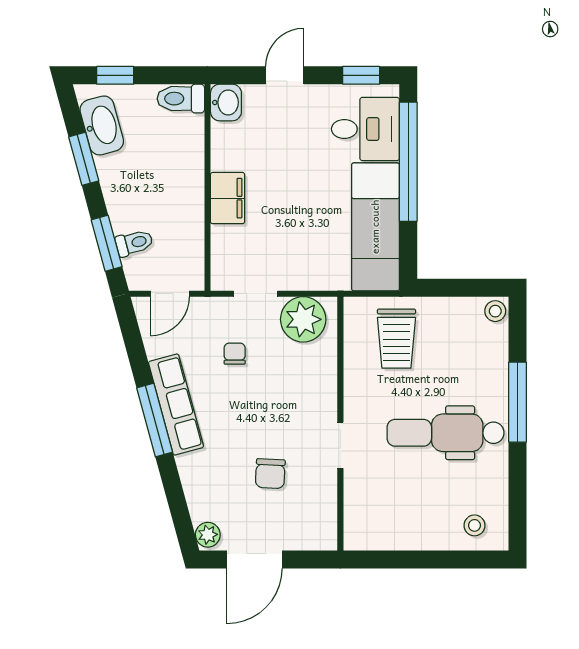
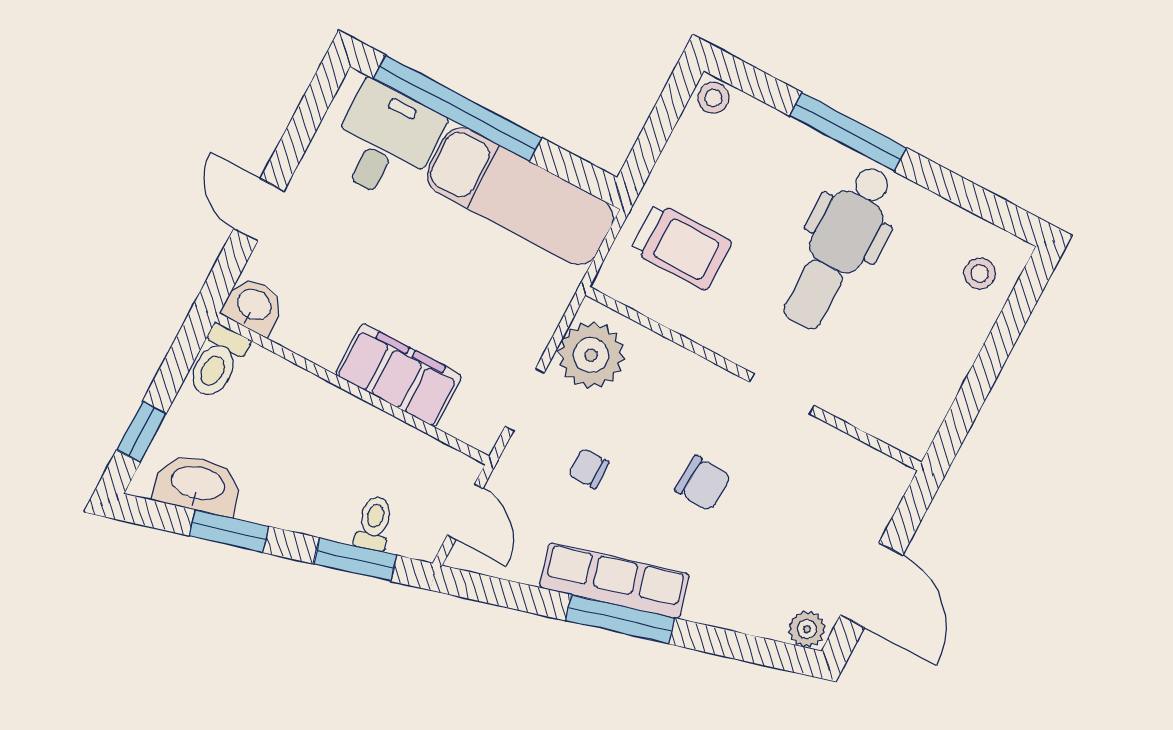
window: (361, 75) -> (312, 110), removed
filing cabinet: (228, 198) -> (399, 375), width x1.50, depth x1.17
chair: (270, 474) -> (703, 483), moved

